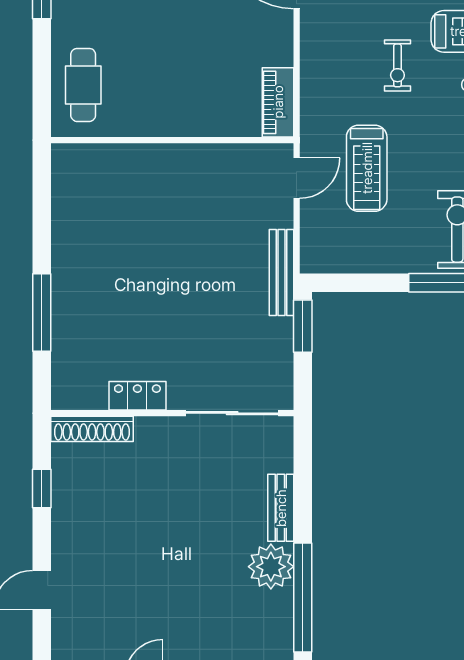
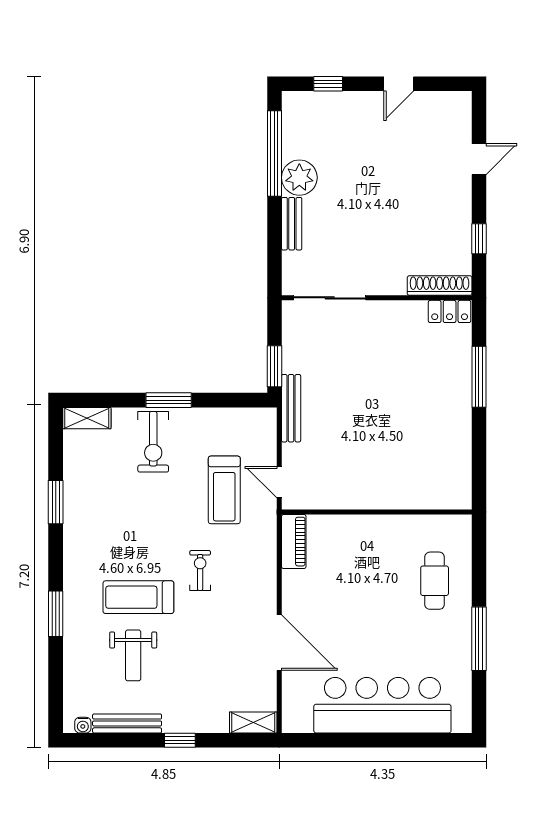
cafe table: (83, 85) -> (435, 581), moved
treadmill: (367, 168) -> (224, 490), turned 180
door: (297, 178) -> (279, 482), hinge flipped
locker: (137, 396) -> (450, 311), moved

